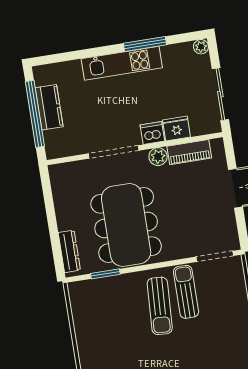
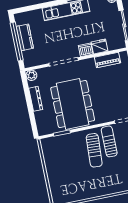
plant: (158, 157) -> (31, 75), moved
dresser: (69, 251) -> (36, 99), moved

